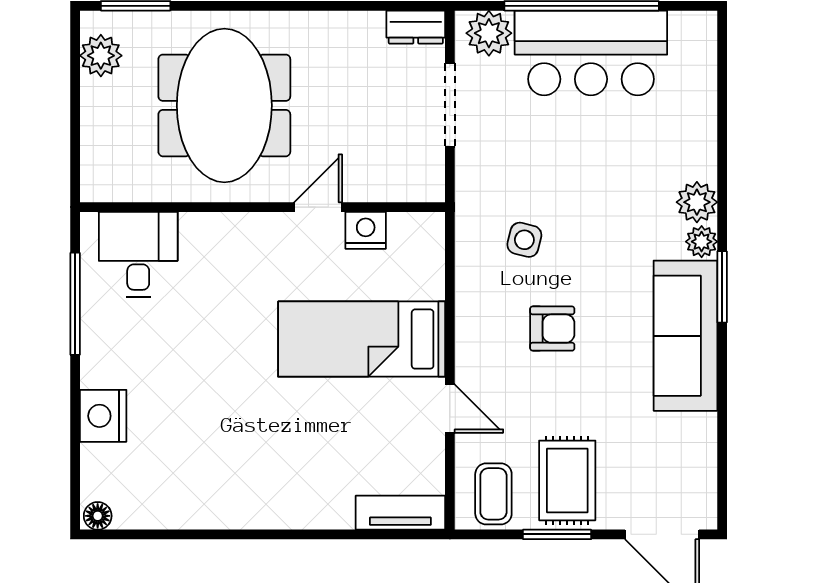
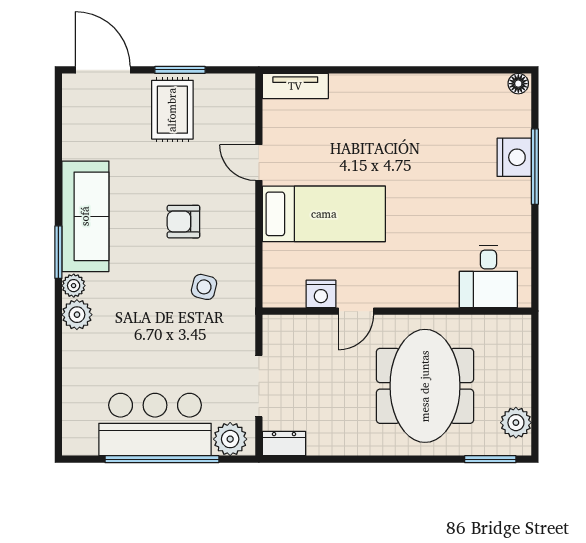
window: (75, 304) -> (535, 167), moved
coffee table: (493, 494) -> (227, 100), removed

